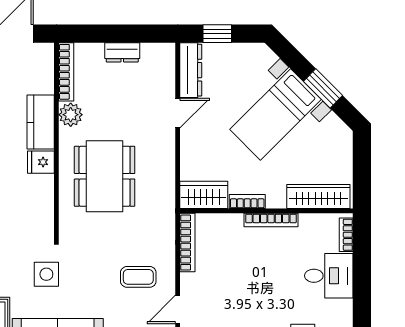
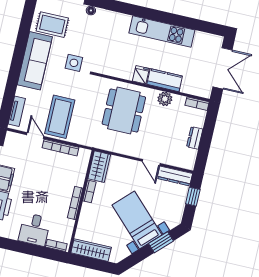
bookcase: (66, 72) -> (197, 104), width x0.64
window: (323, 88) -> (161, 242), moved
dining table: (105, 176) -> (124, 111), turned 90
wardrobe: (318, 197) -> (91, 250), moved, turned -90
bookcase: (187, 243) -> (61, 148), moved
coffee table: (138, 277) -> (60, 117), width x1.86, depth x1.72

